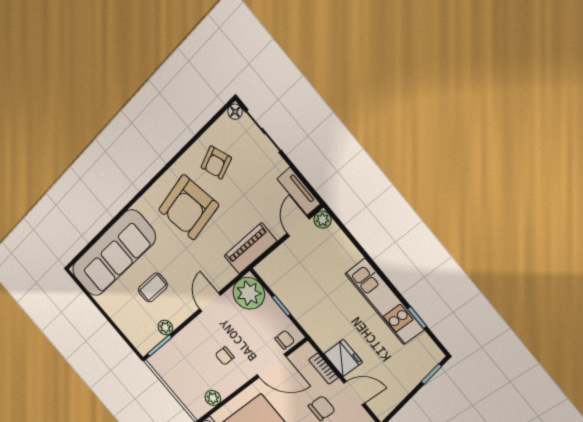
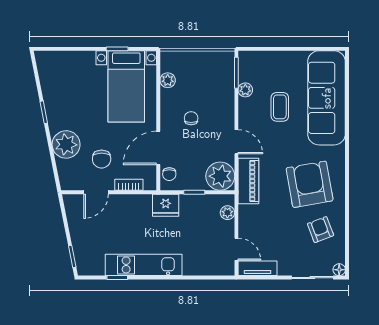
plant: (323, 220) -> (227, 213), moved
piano: (250, 249) -> (248, 181), moved
fridge: (343, 358) -> (166, 205), moved

